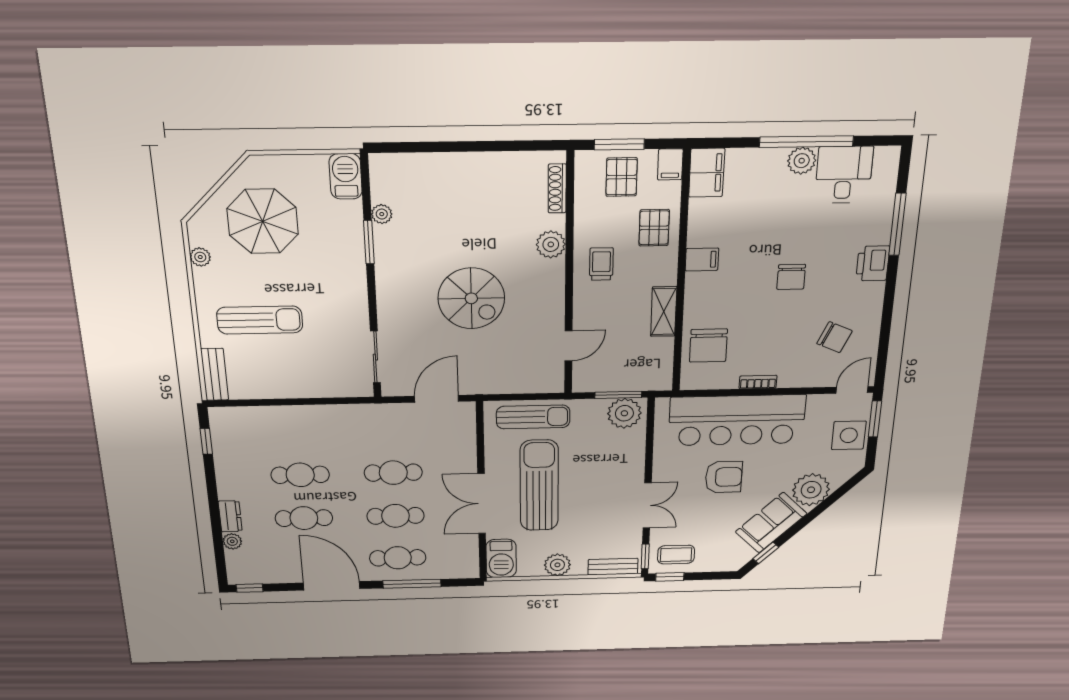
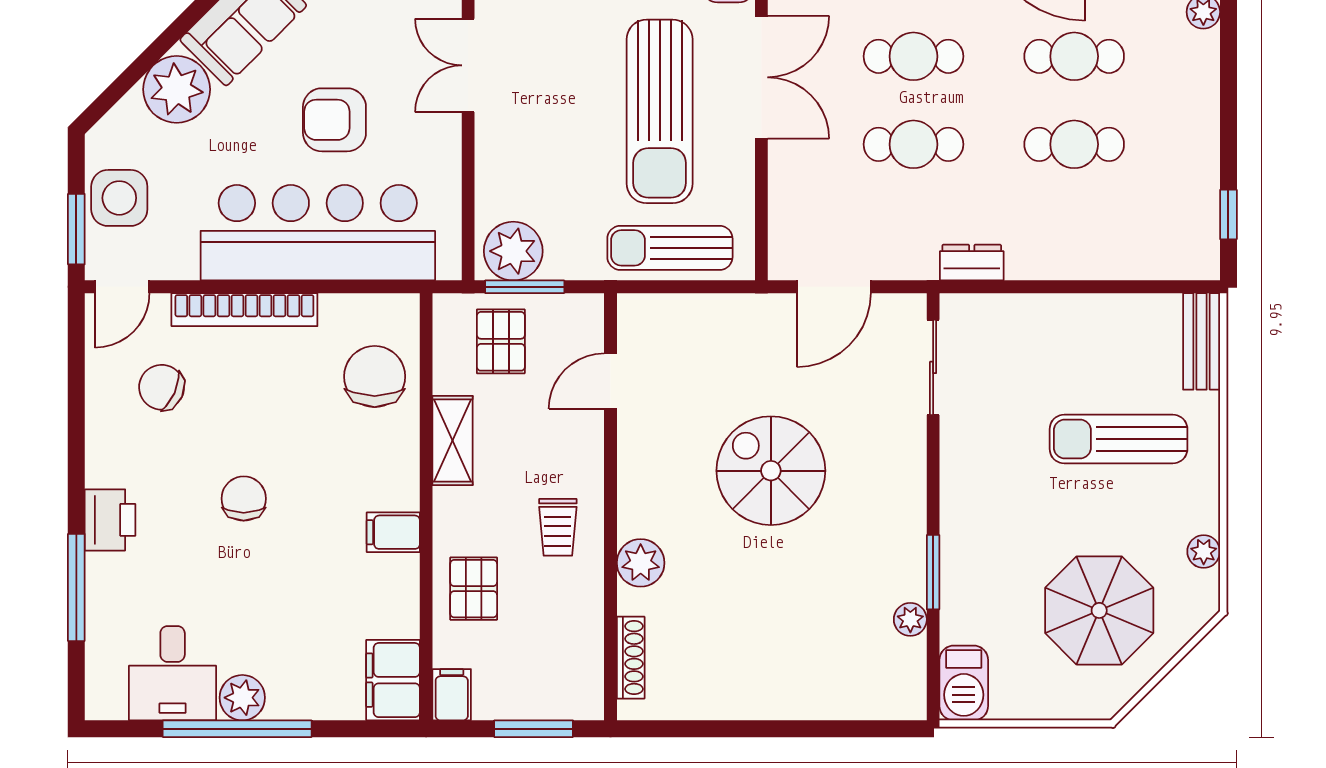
pallet: (622, 177) -> (501, 341), moved
bookcase: (758, 382) -> (244, 310), width x2.31, depth x1.31
dresser: (230, 516) -> (972, 263), moved, turned 90

